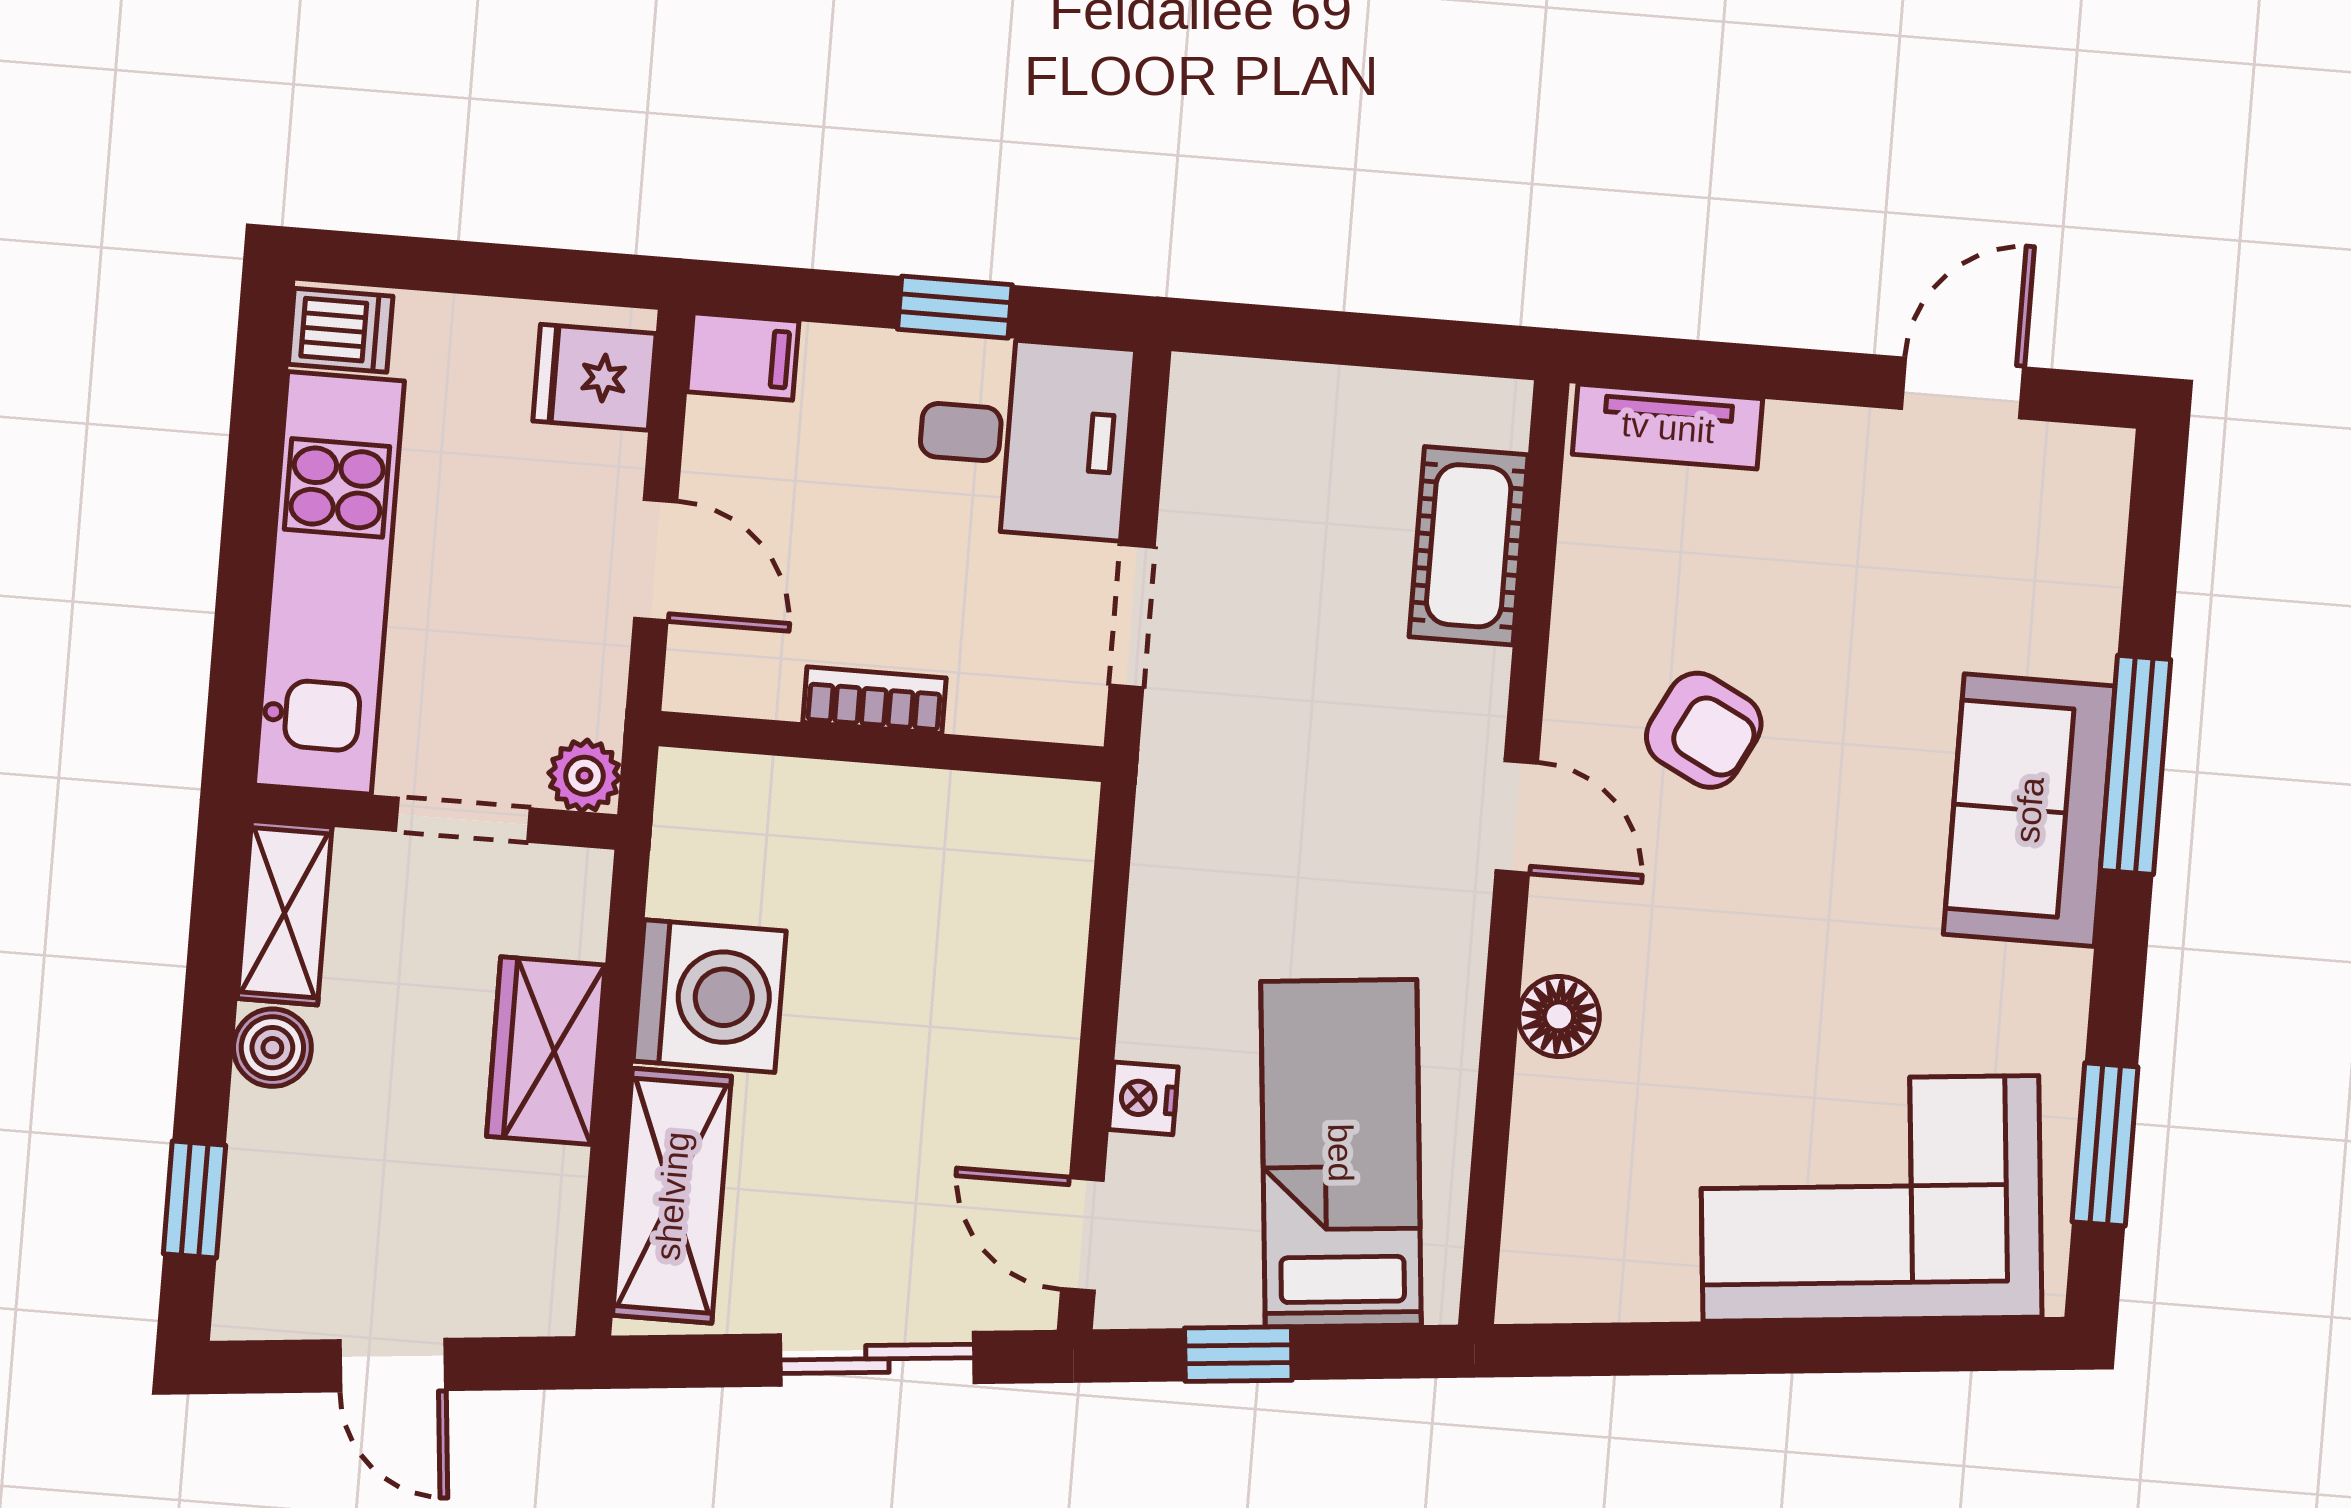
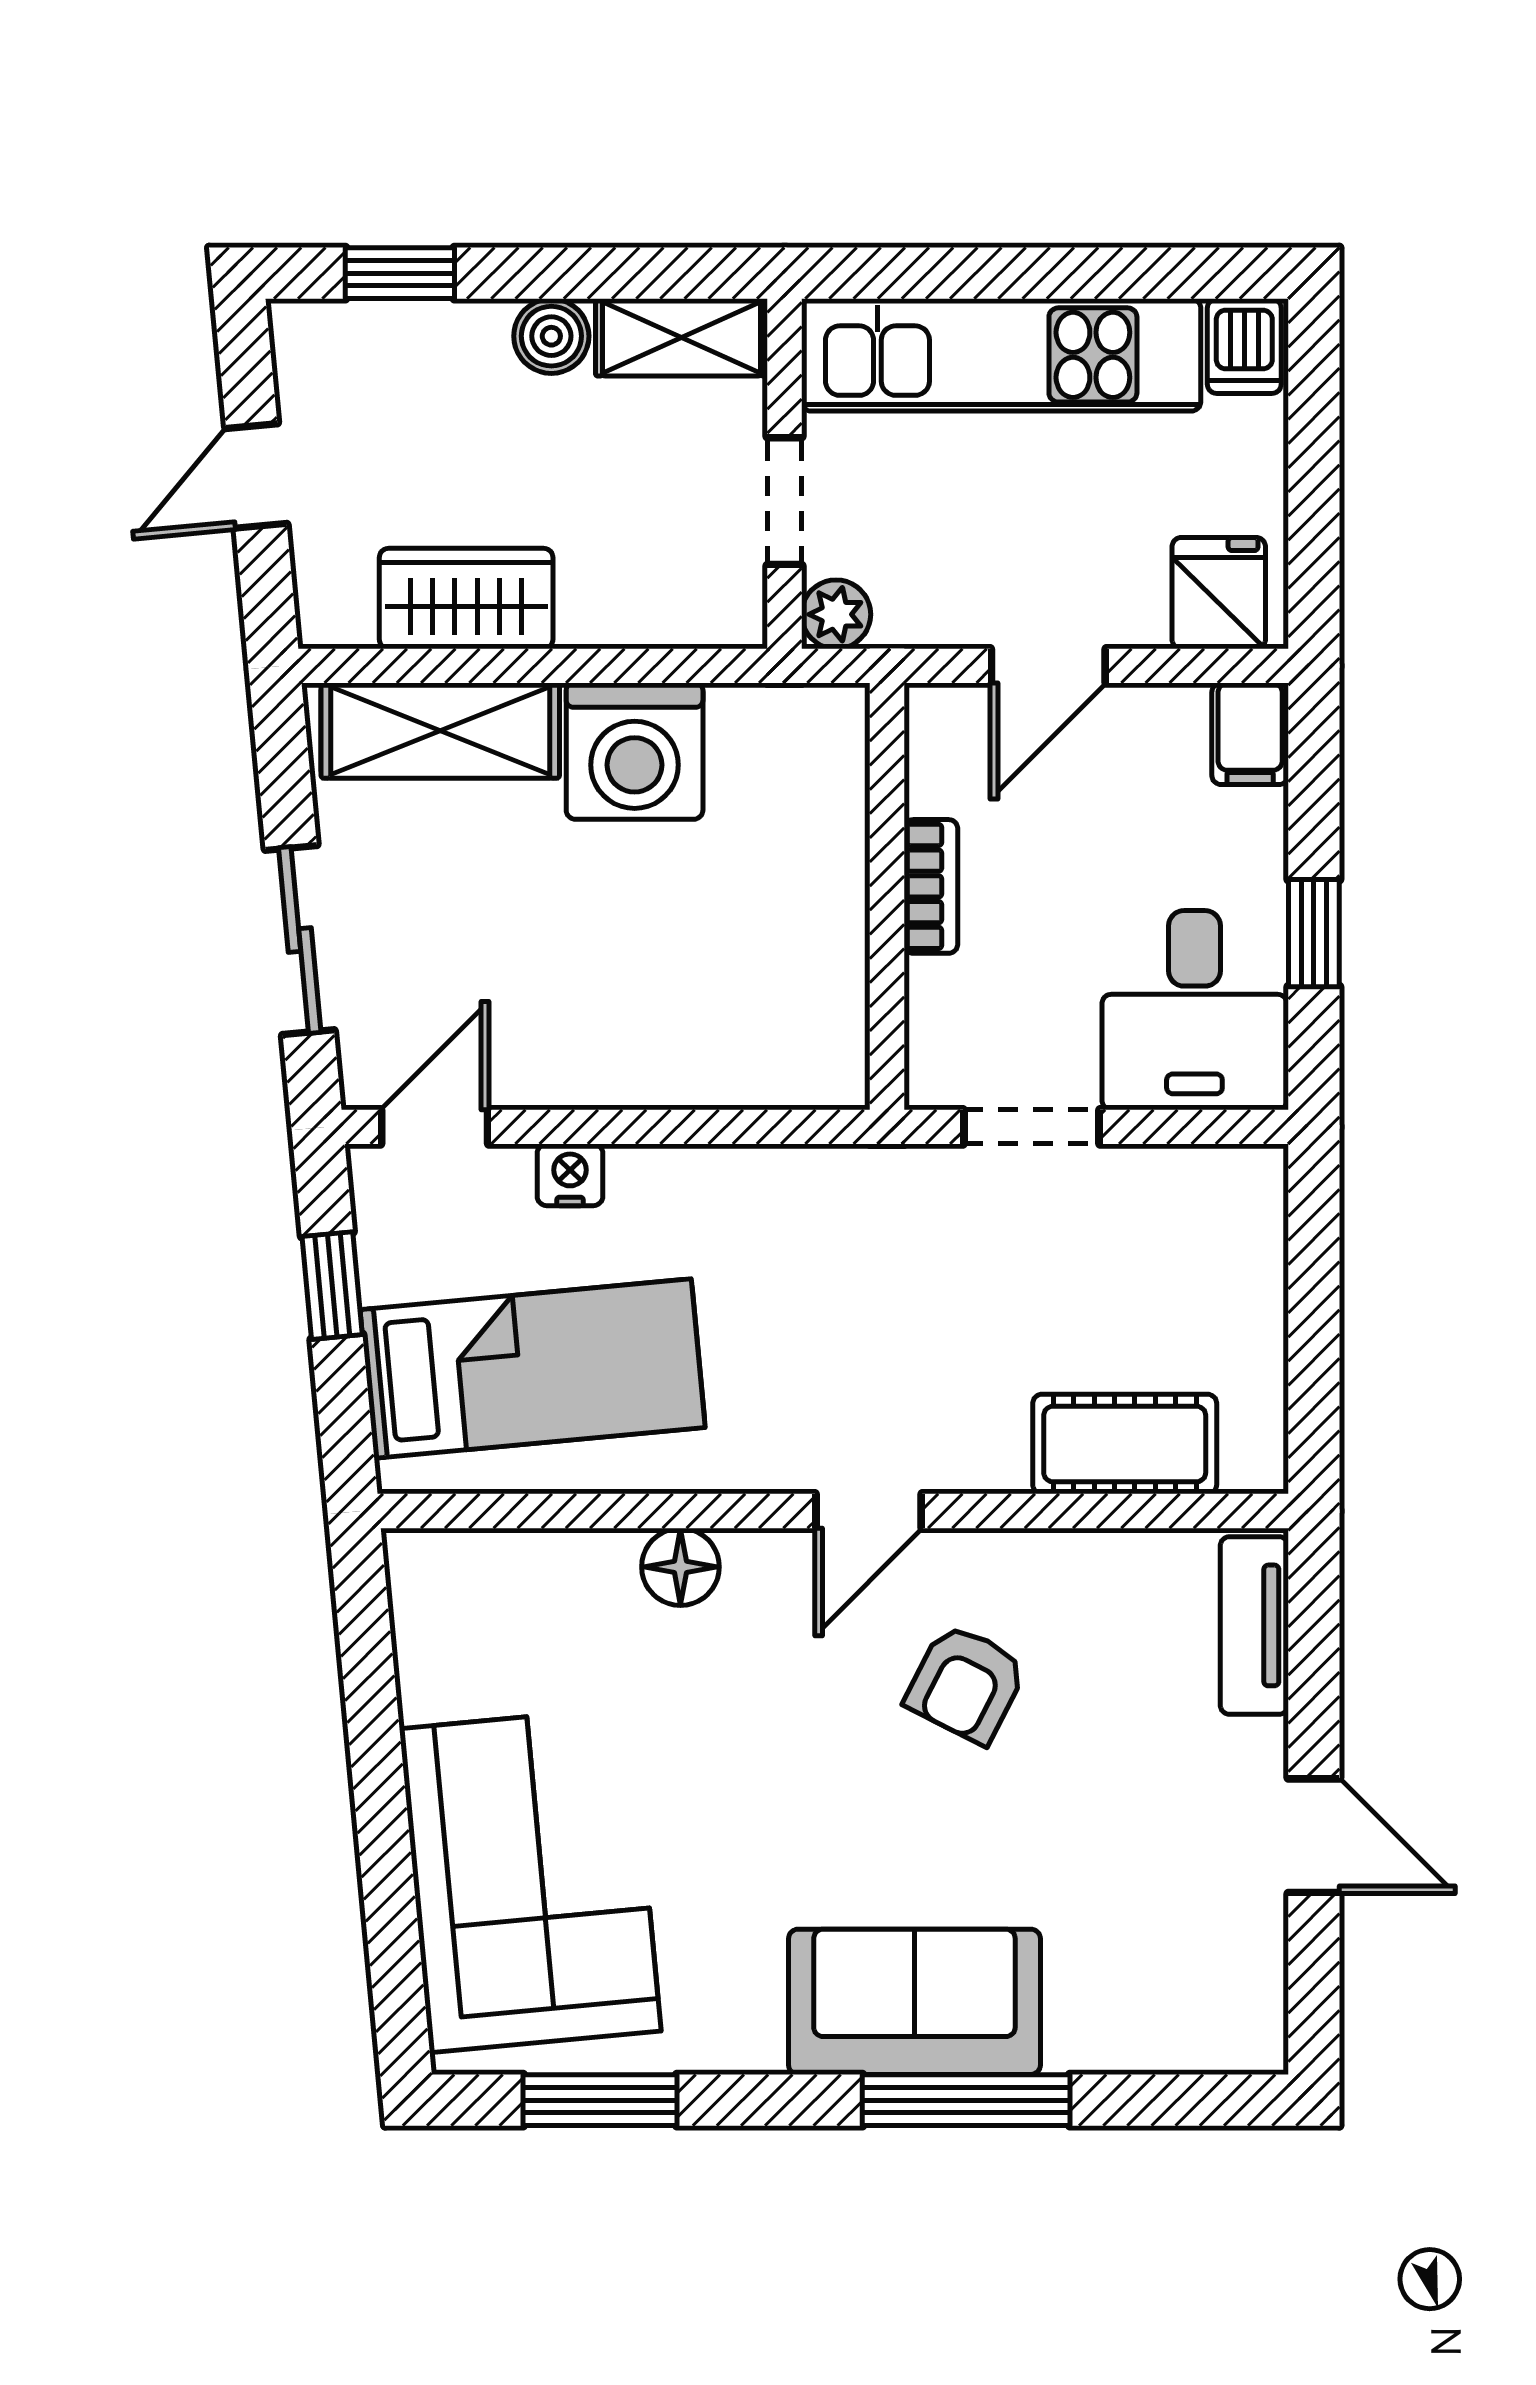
door: (1963, 388) -> (1314, 1836), moved
wardrobe: (546, 1051) -> (466, 598), moved

